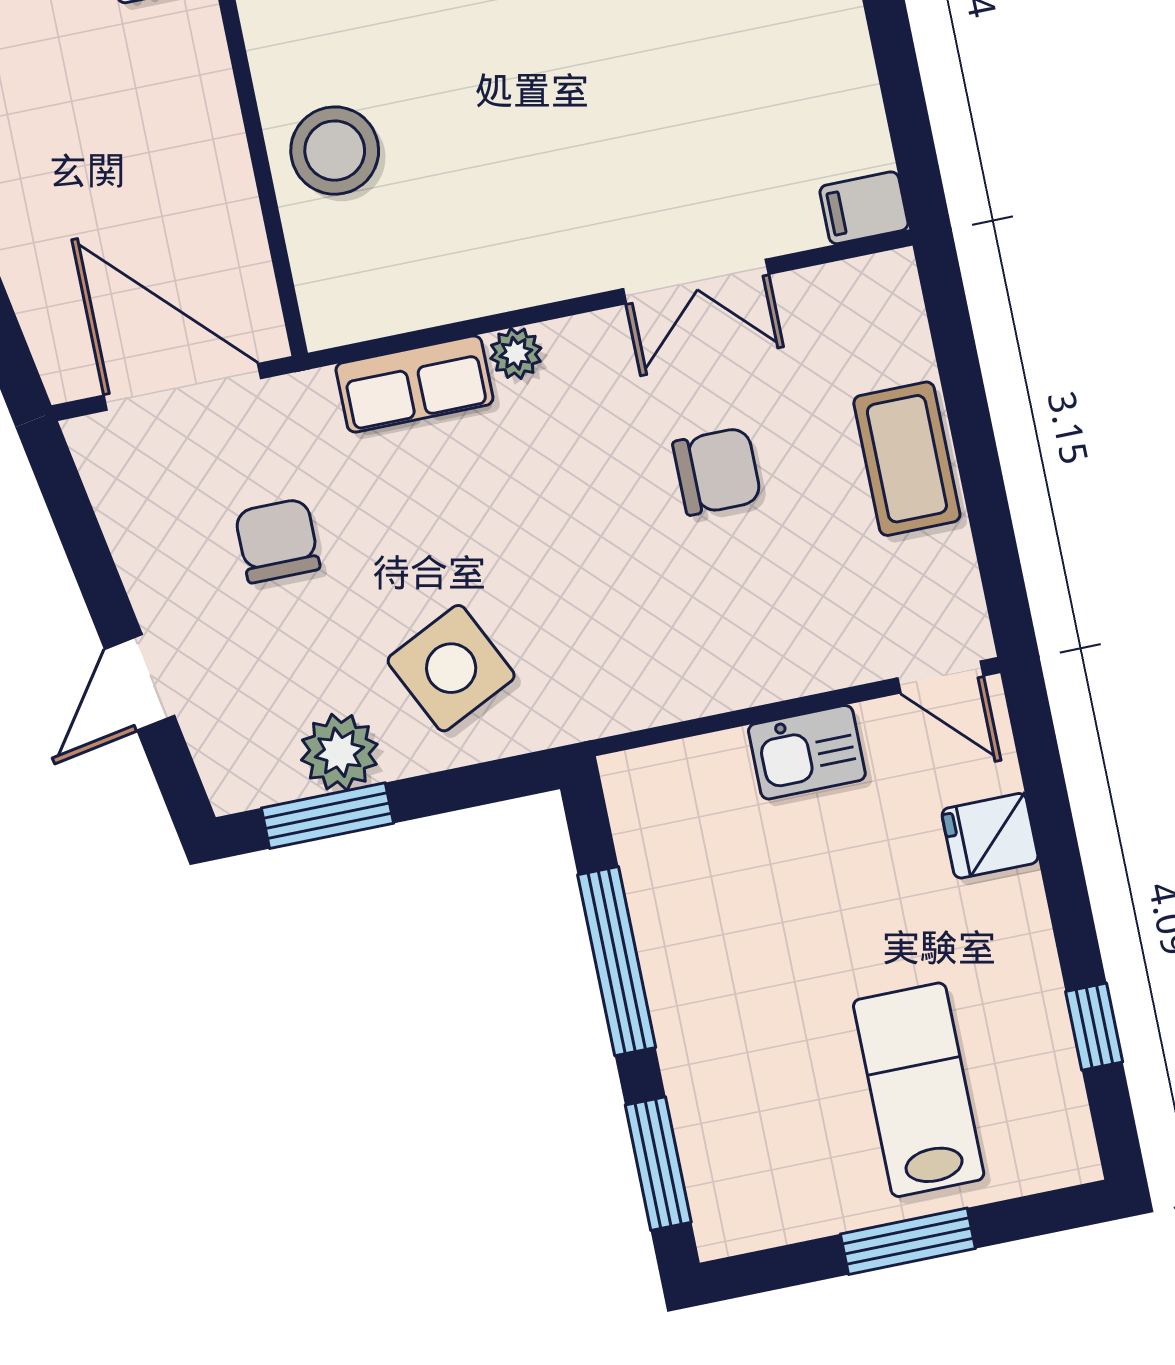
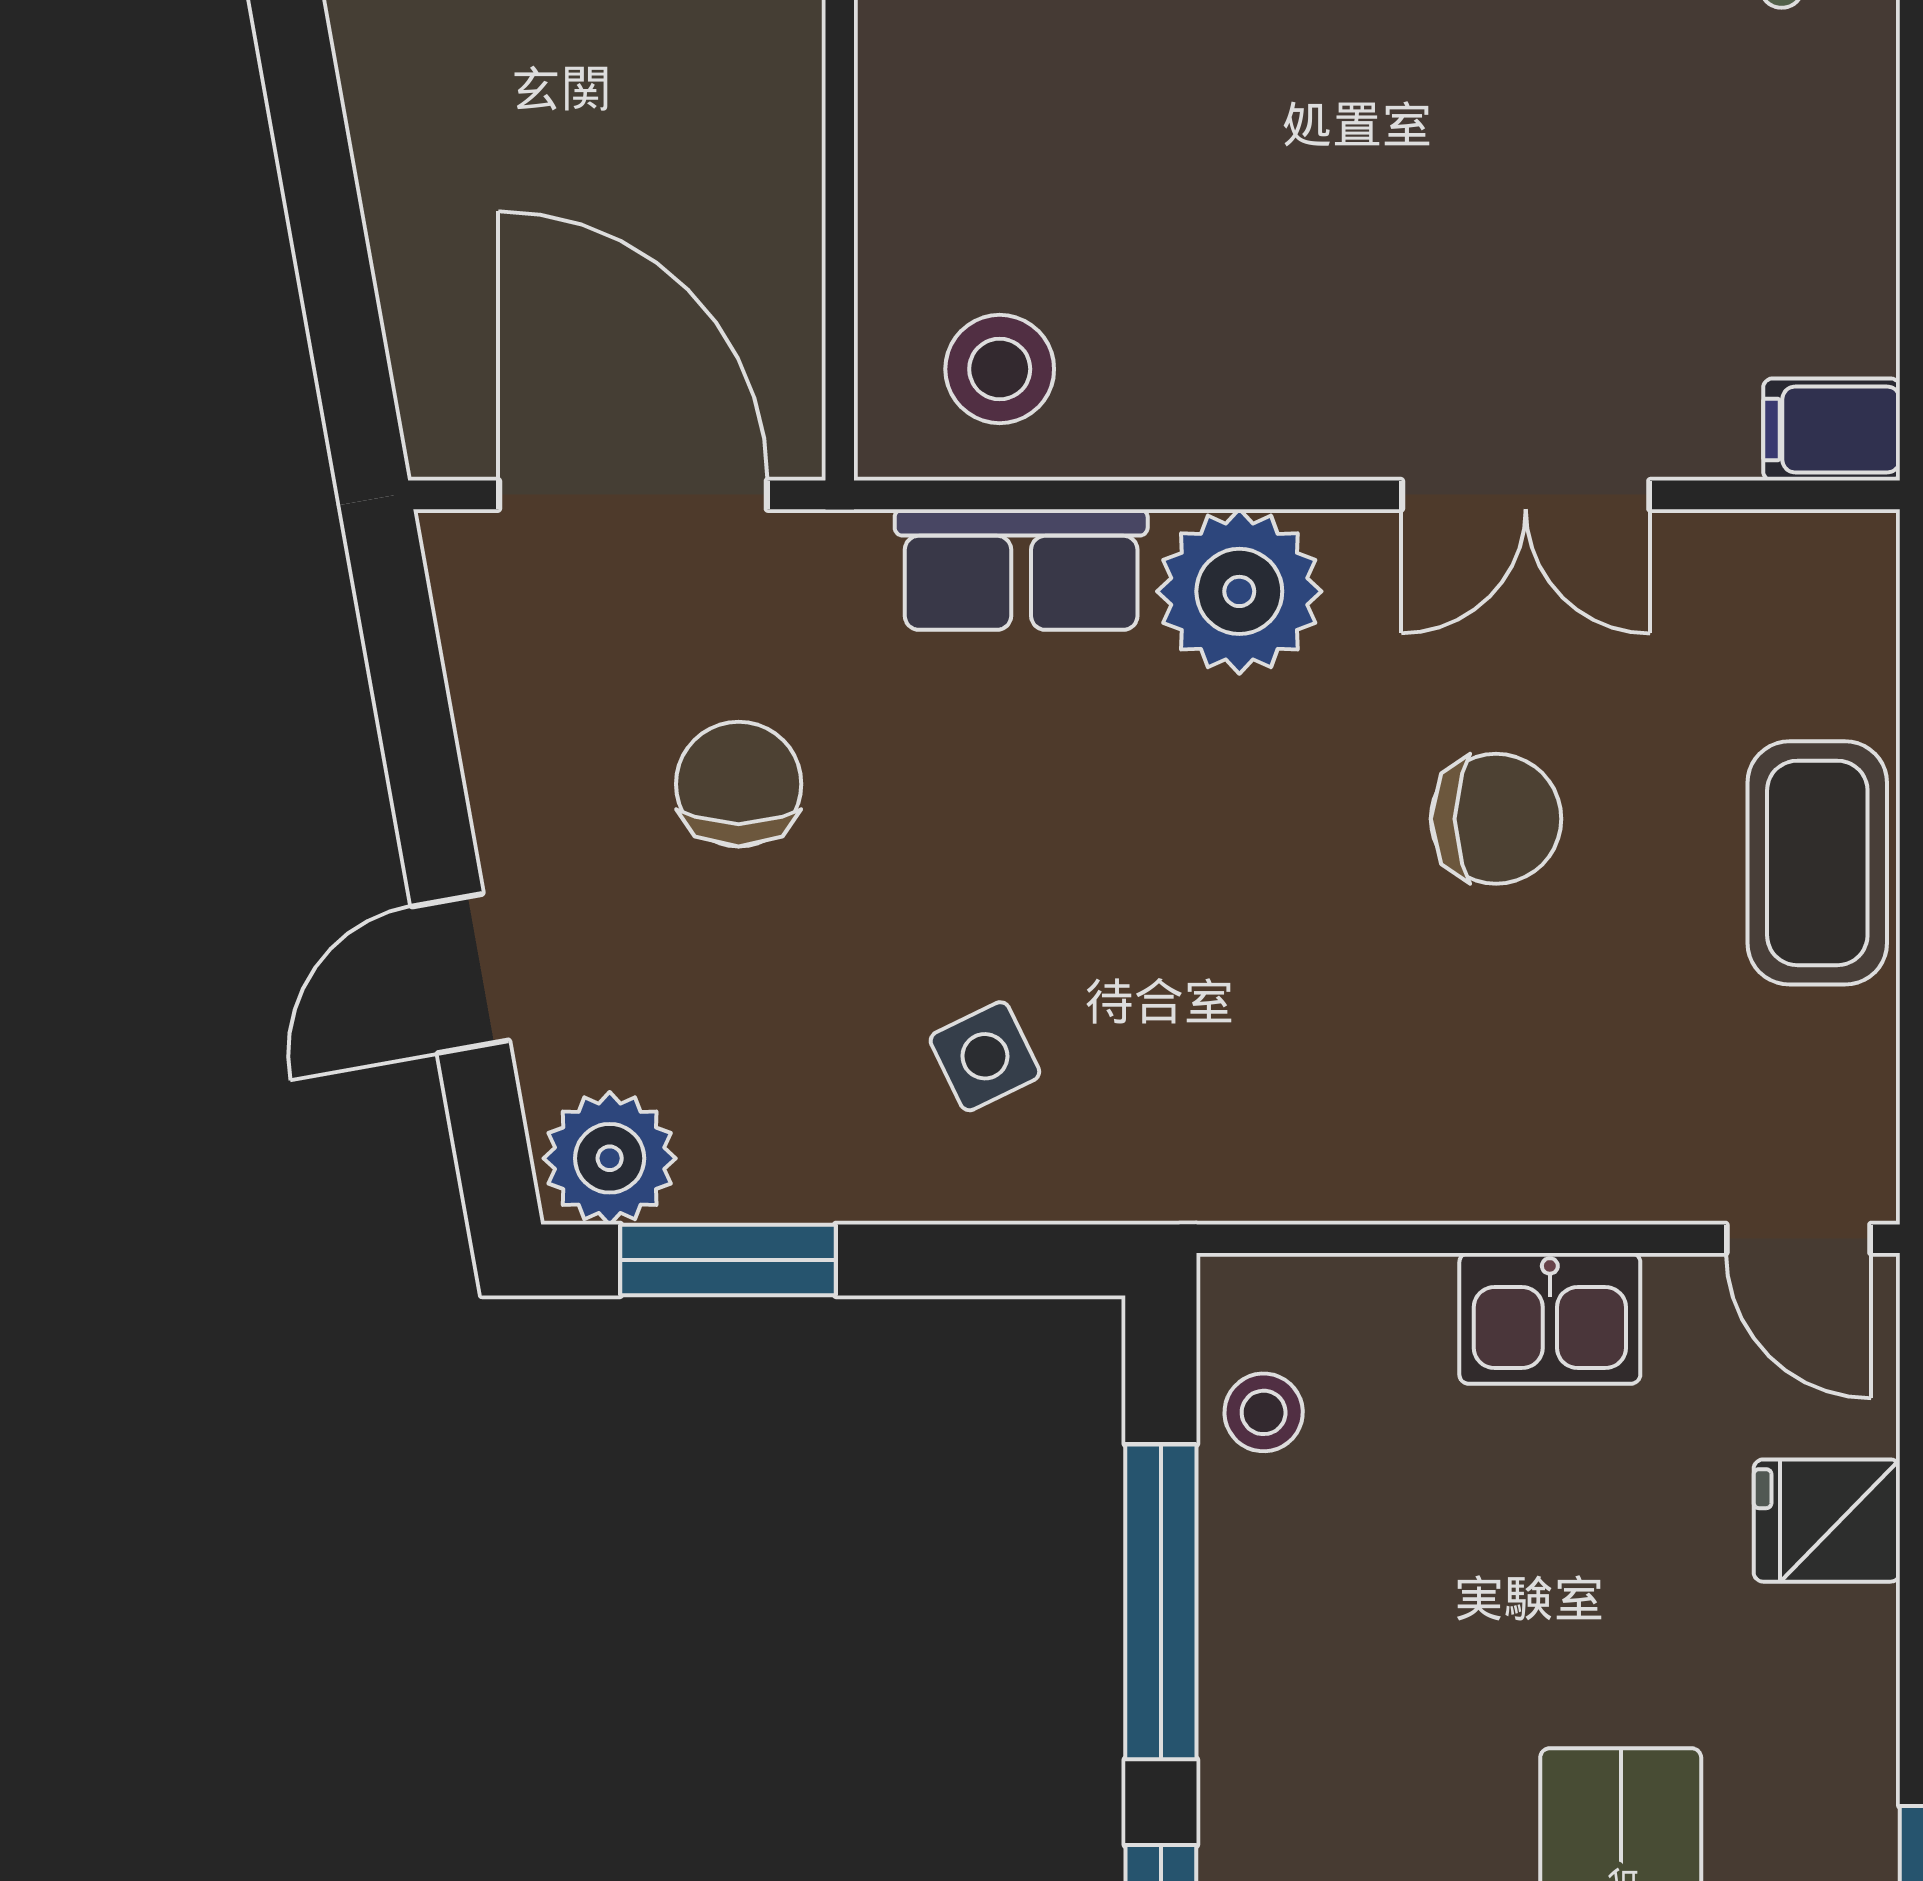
stool: (335, 151) -> (1000, 369), moved, width x0.73, depth x0.73
plant: (516, 353) -> (1239, 591), width x1.88, depth x1.88
side table: (451, 668) -> (985, 1056), width x0.54, depth x0.54
plant: (339, 752) -> (610, 1158), moved
stool: (653, 840) -> (1264, 1412), added

